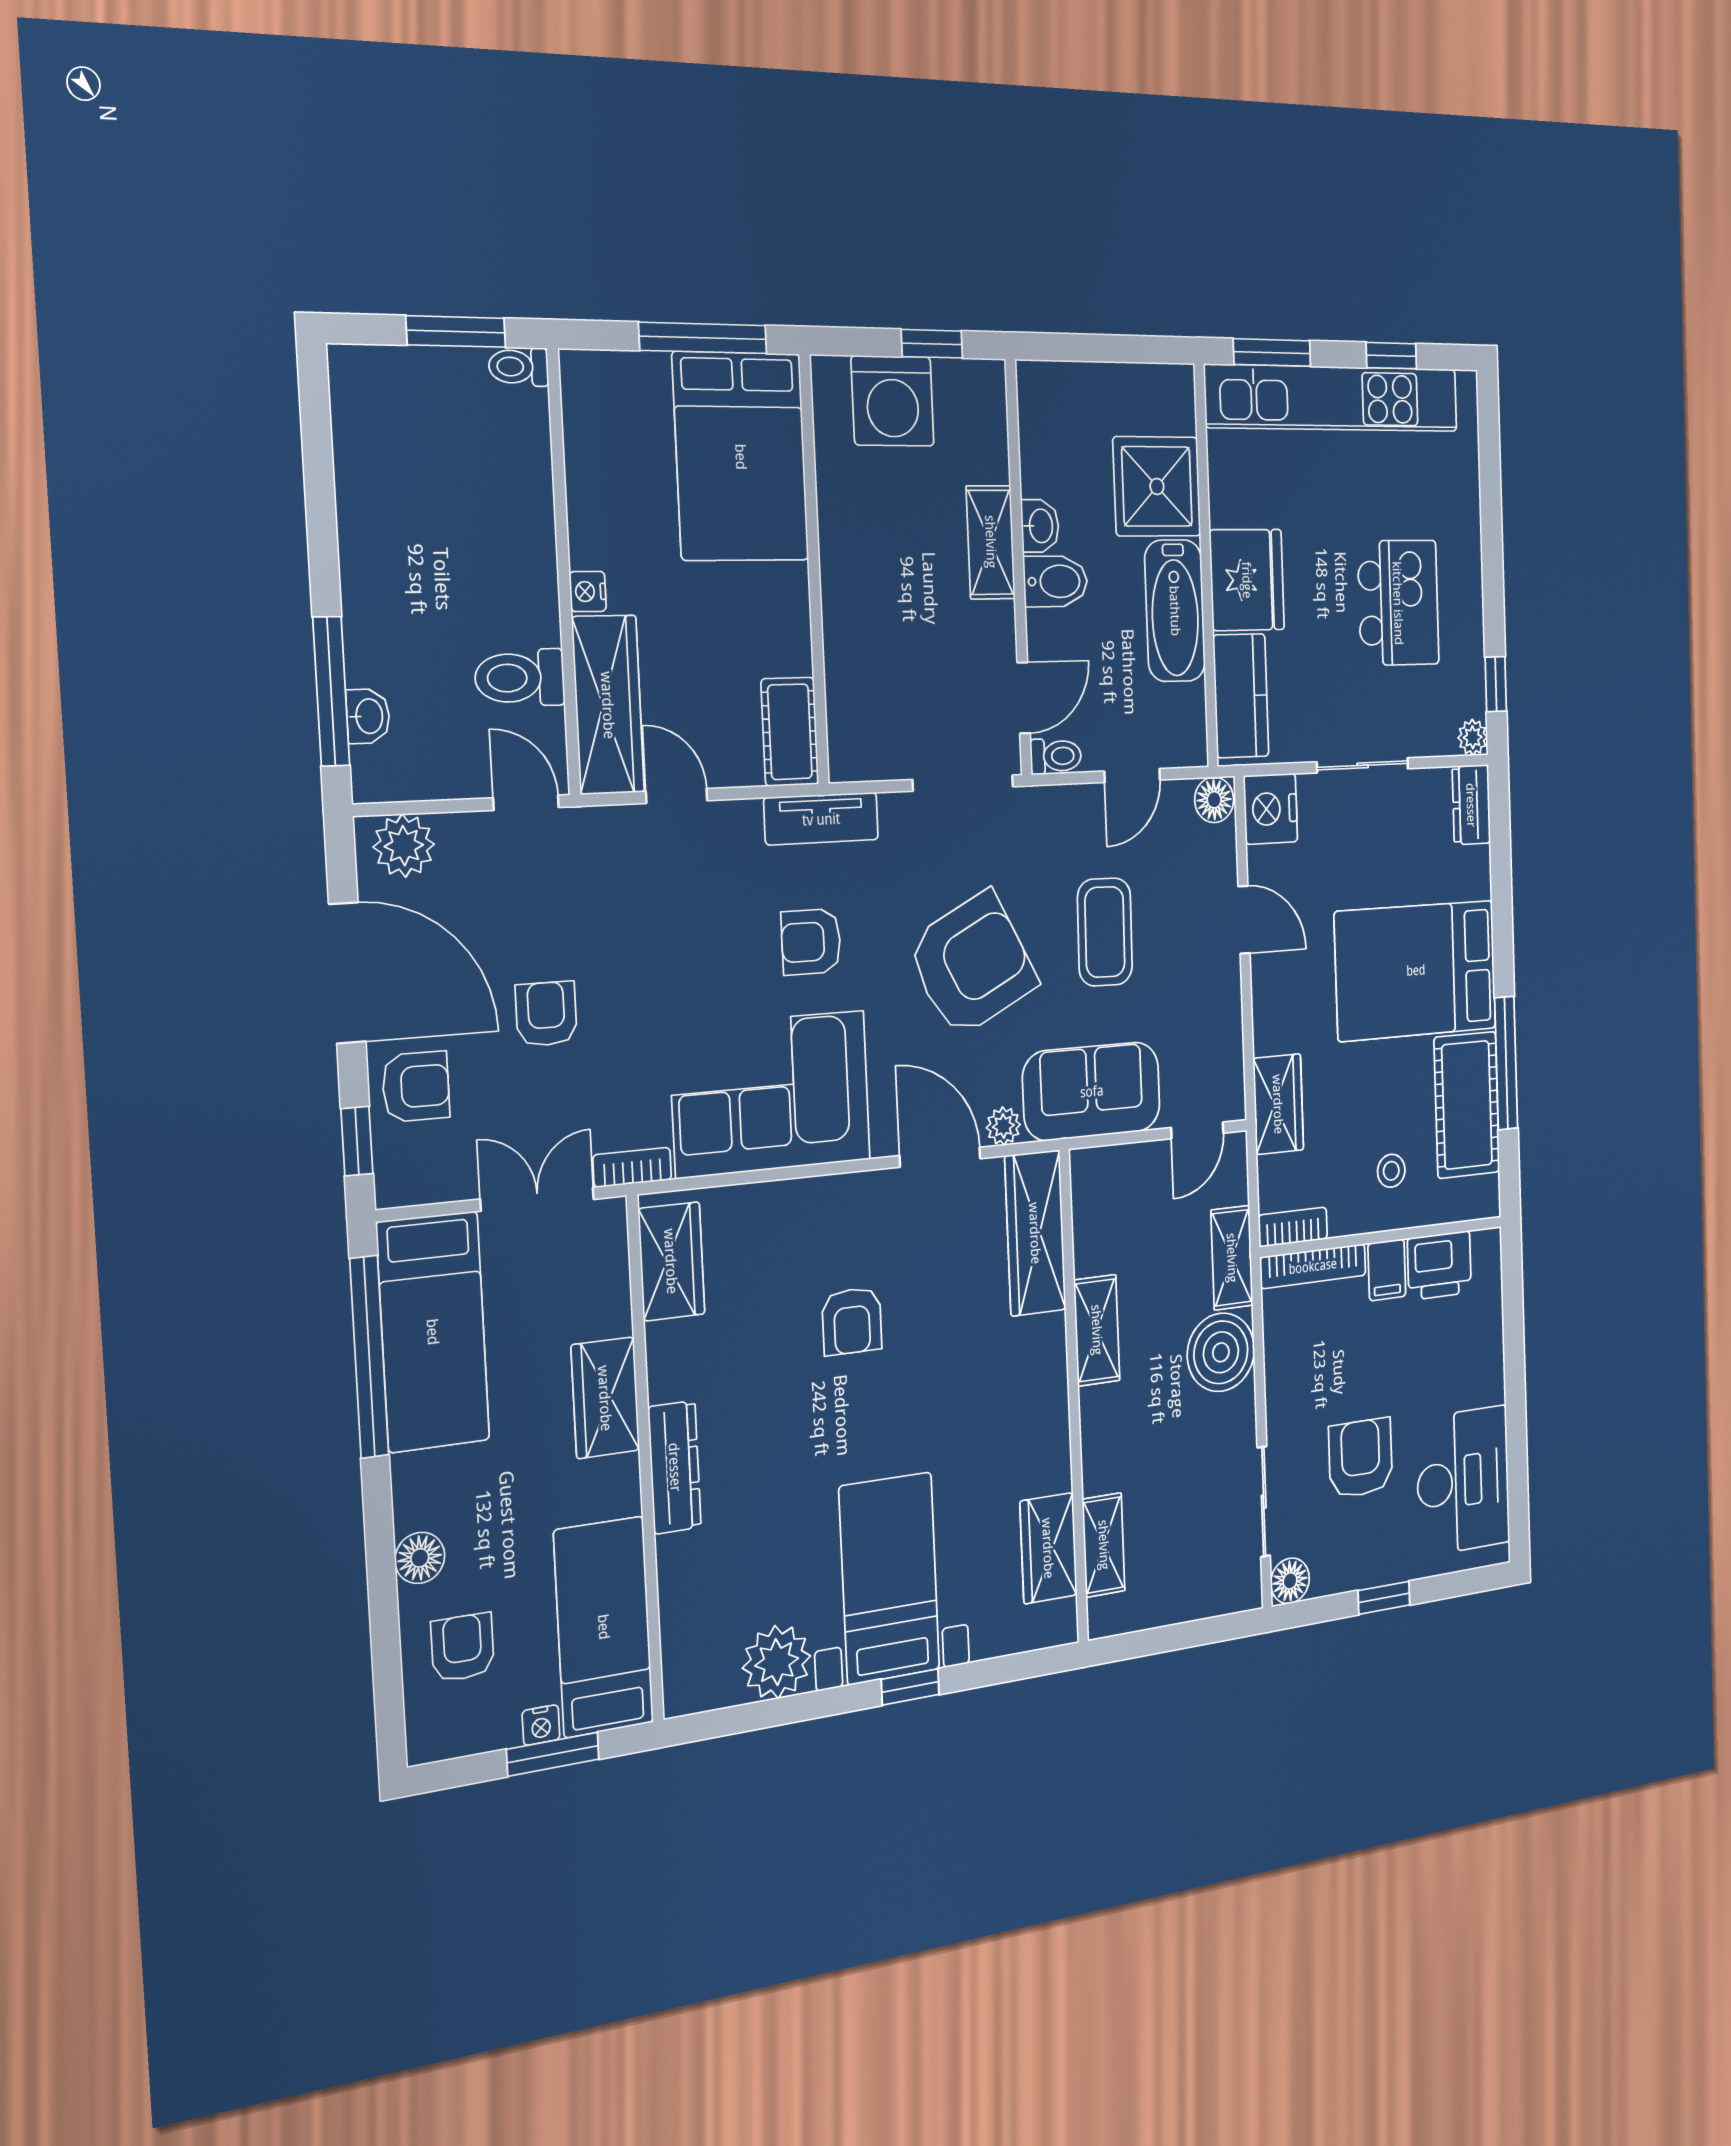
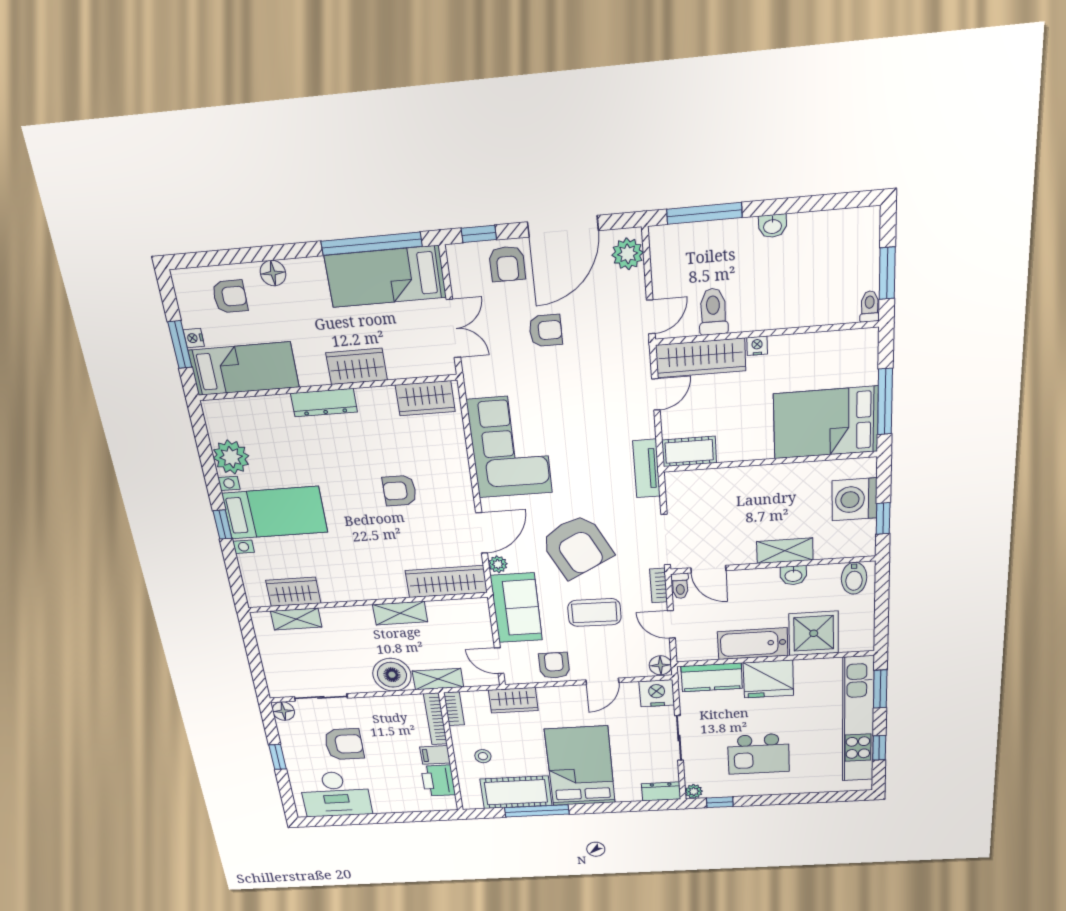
bidet: (1056, 581) -> (854, 578), moved
washbasin: (368, 716) -> (772, 226), moved
armchair: (811, 942) -> (554, 665), moved
bookcase: (632, 1167) -> (659, 585), moved, turned 180

